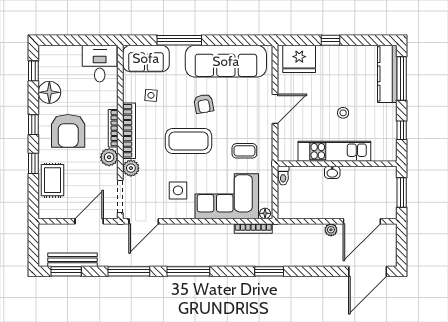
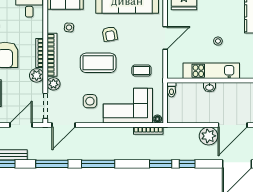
plant: (331, 230) -> (209, 136), width x1.88, depth x1.88
window: (303, 271) -> (187, 164), added

